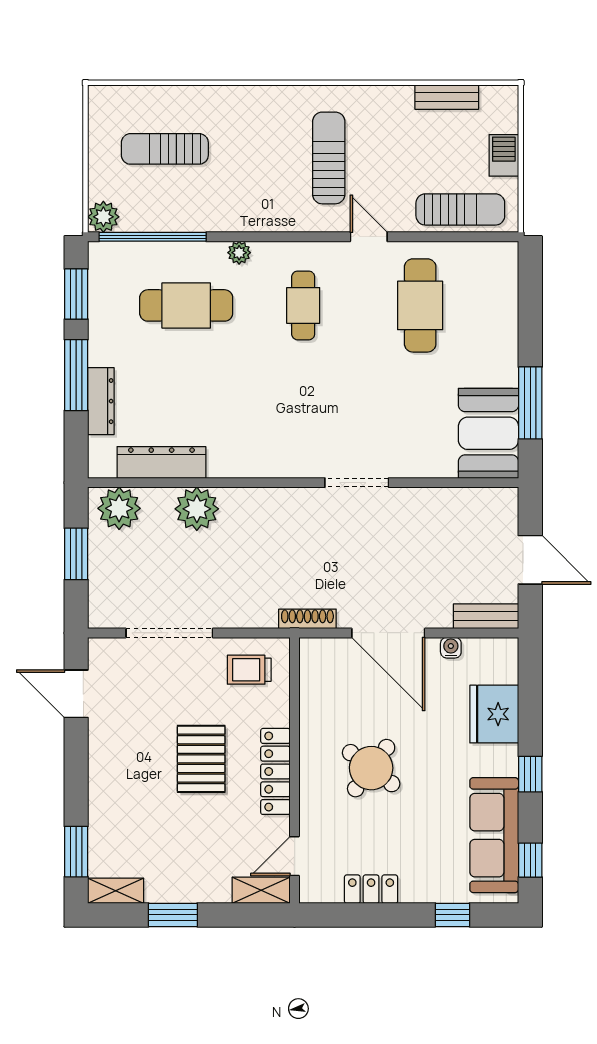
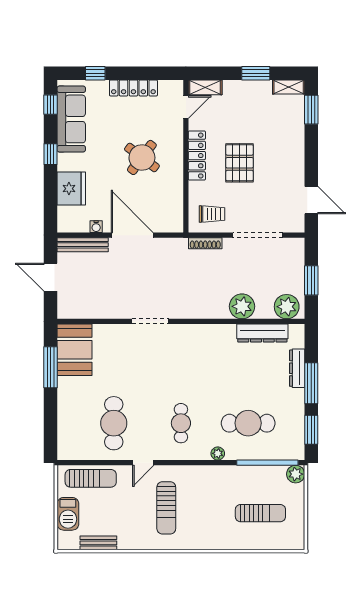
barbecue: (504, 155) -> (68, 514), width x1.38, depth x1.27
sun lounger: (460, 209) -> (91, 478), turned 180
door: (369, 237) -> (143, 463), hinge flipped
bench: (486, 616) -> (83, 245), width x1.36
shoe rack: (307, 619) -> (205, 243), moved
locker: (371, 889) -> (133, 88), width x1.53

